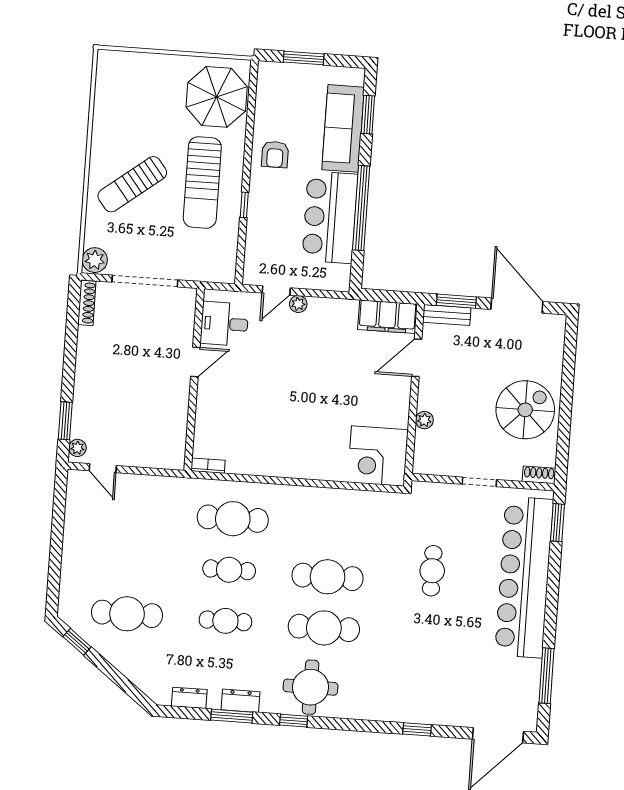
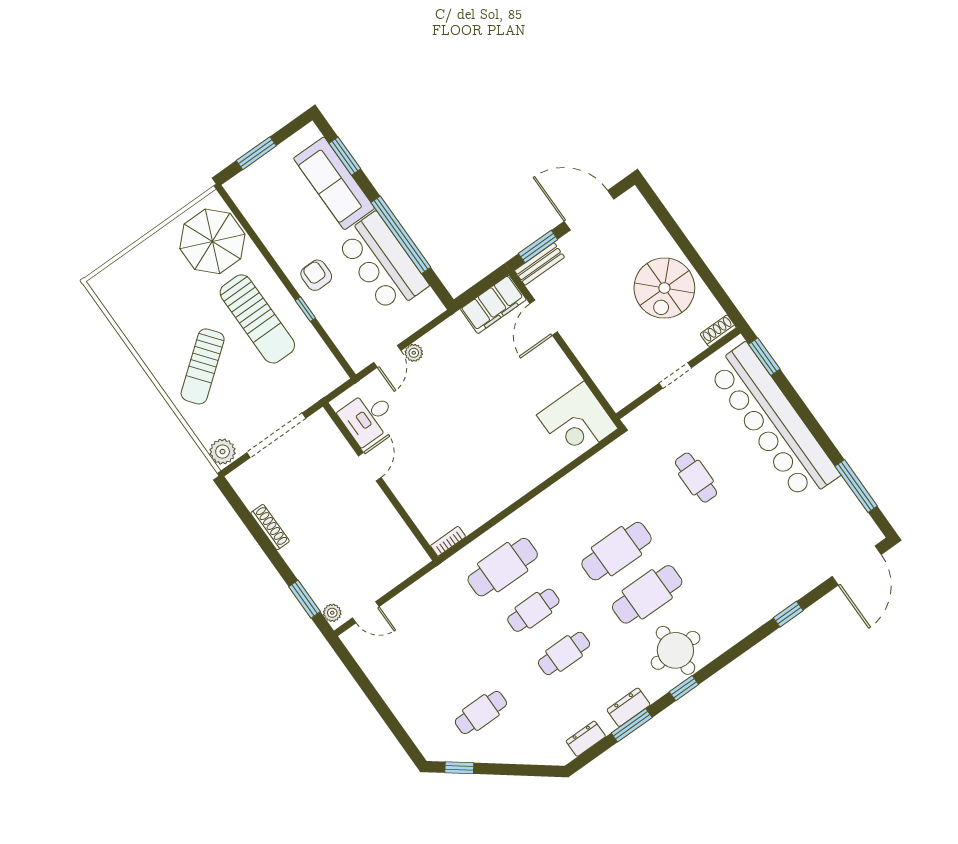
armchair: (275, 154) -> (316, 275), moved, turned 180
shoe rack: (87, 303) -> (270, 527), moved
spiral stairs: (525, 410) -> (664, 288), turned 180
plant: (424, 420) -> (591, 362), removed
cafe table: (127, 614) -> (481, 713), width x0.73, depth x0.74

